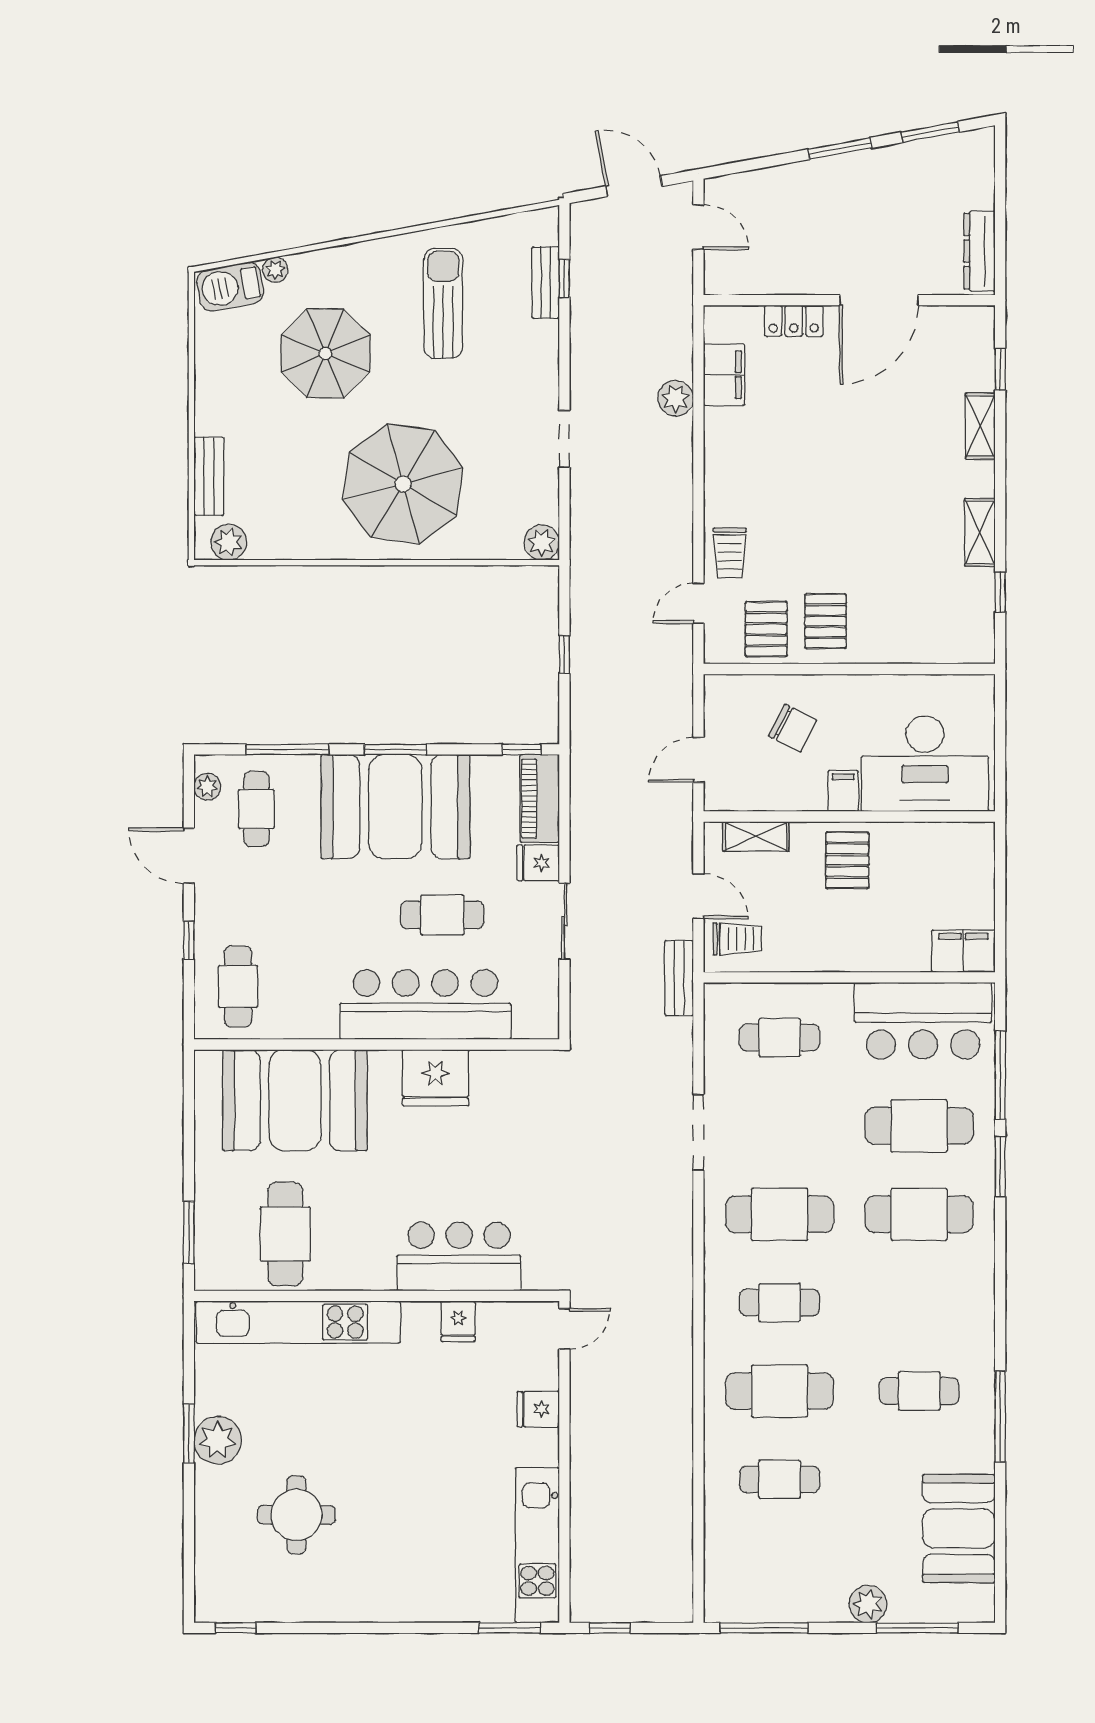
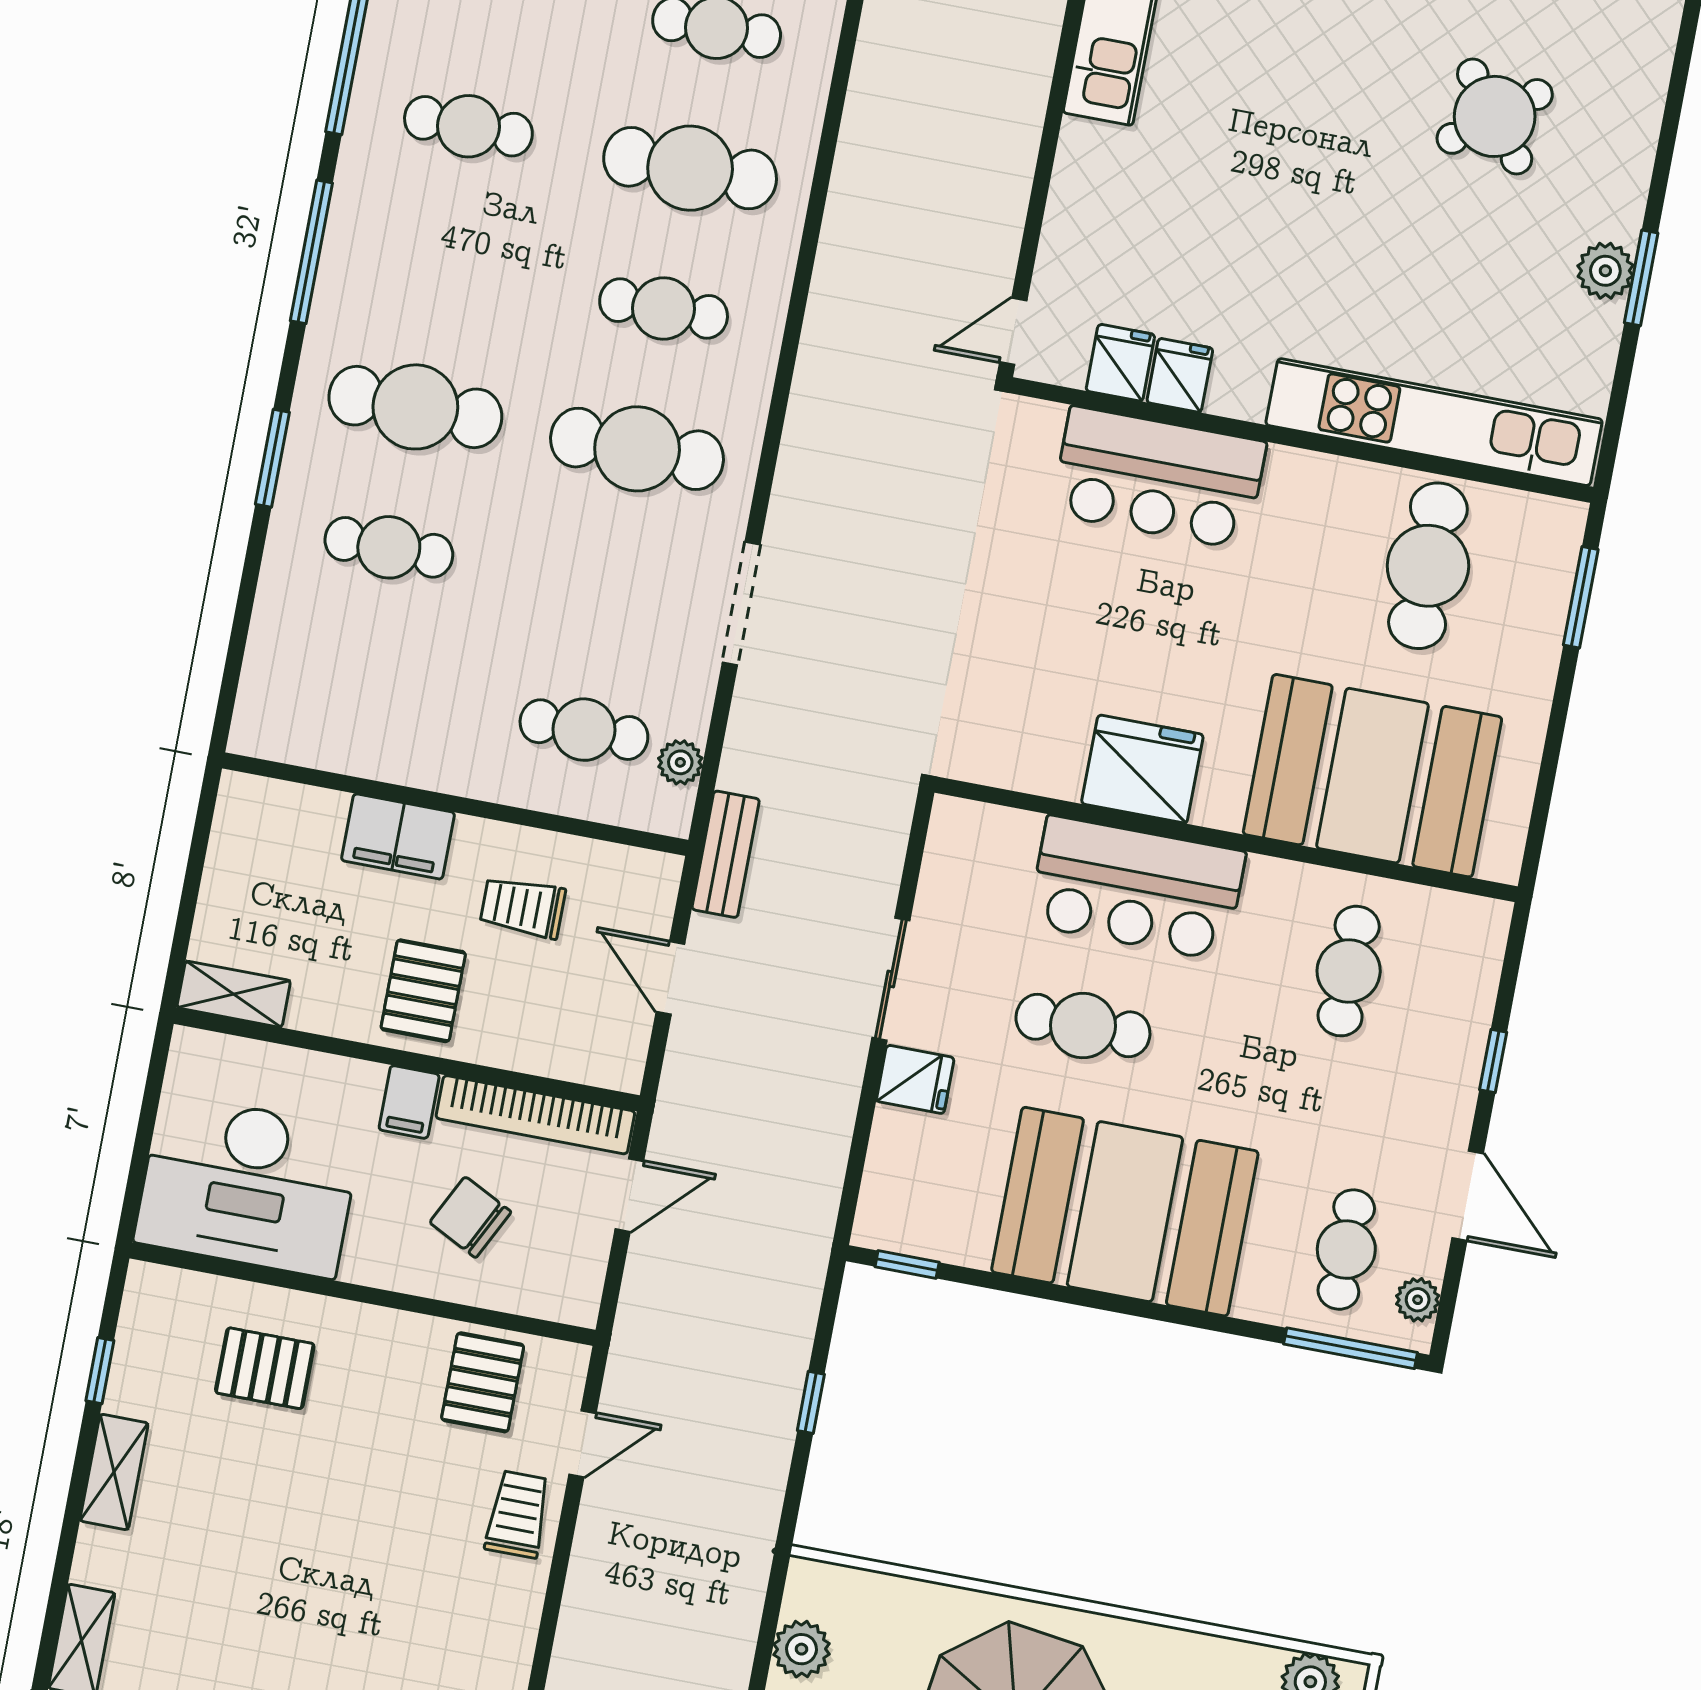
plant: (542, 542) -> (801, 1649), moved
pallet: (825, 621) -> (265, 1368), moved, turned 90
window: (288, 749) -> (1351, 1348), moved
window: (395, 749) -> (1108, 1302), removed
desk: (925, 764) -> (248, 1186), moved, turned 180
piano: (540, 798) -> (893, 1181), removed
bookcase: (765, 798) -> (535, 1115), added
shelving: (756, 836) -> (234, 994), moved
trolley: (737, 939) -> (523, 907), moved
filing cabinet: (963, 951) -> (398, 836), moved
cafe table: (238, 986) -> (1349, 971), moved
bar counter: (425, 1005) -> (1137, 888), width x0.73
bar counter: (923, 1021) -> (351, 713), removed
plant: (717, 1029) -> (680, 762), added
window: (1000, 1075) -> (311, 252), moved
cafe table: (919, 1126) -> (389, 547), width x0.73, depth x0.74
fridge: (538, 1409) -> (1120, 363), moved, turned -90
plant: (218, 1440) -> (1605, 271), width x0.73, depth x0.73
round table: (296, 1515) -> (1495, 116), turned -38

